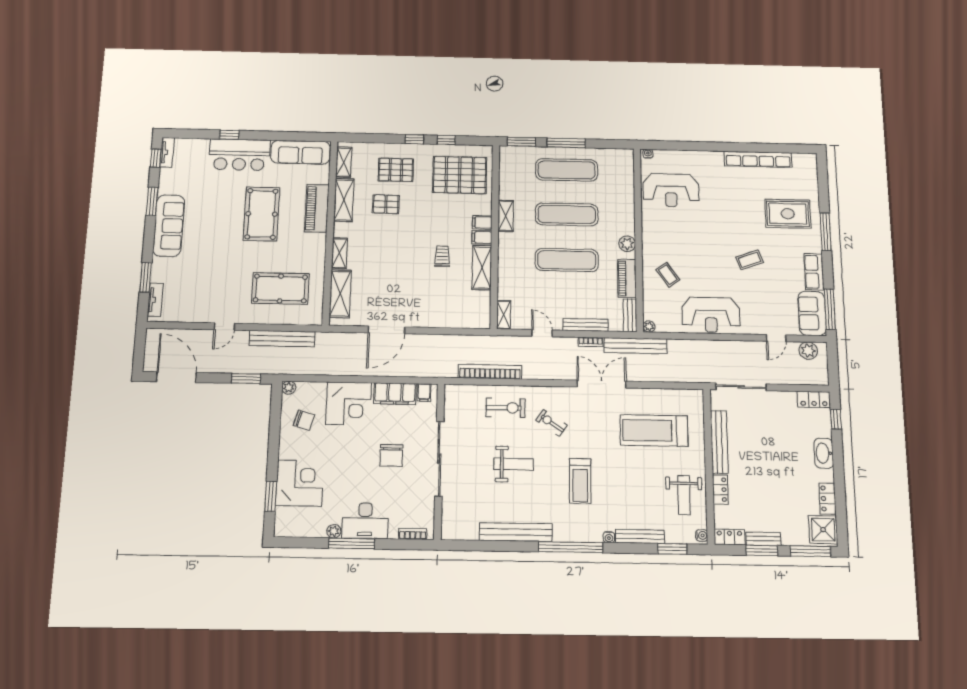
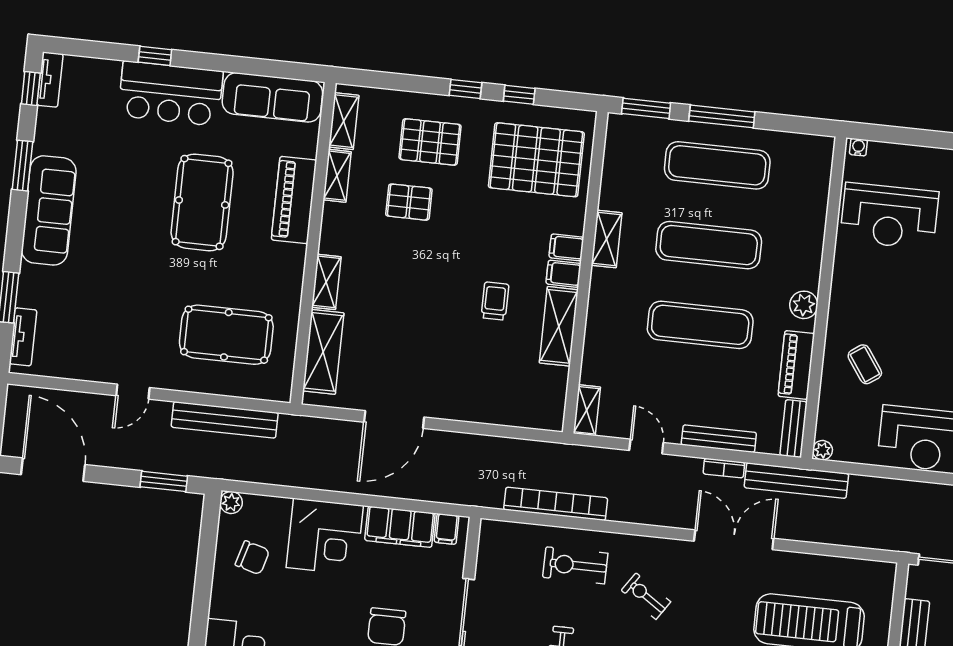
shelving: (344, 200) -> (337, 176), width x0.67, depth x0.75
exercise bike: (506, 408) -> (575, 565), turned 180

